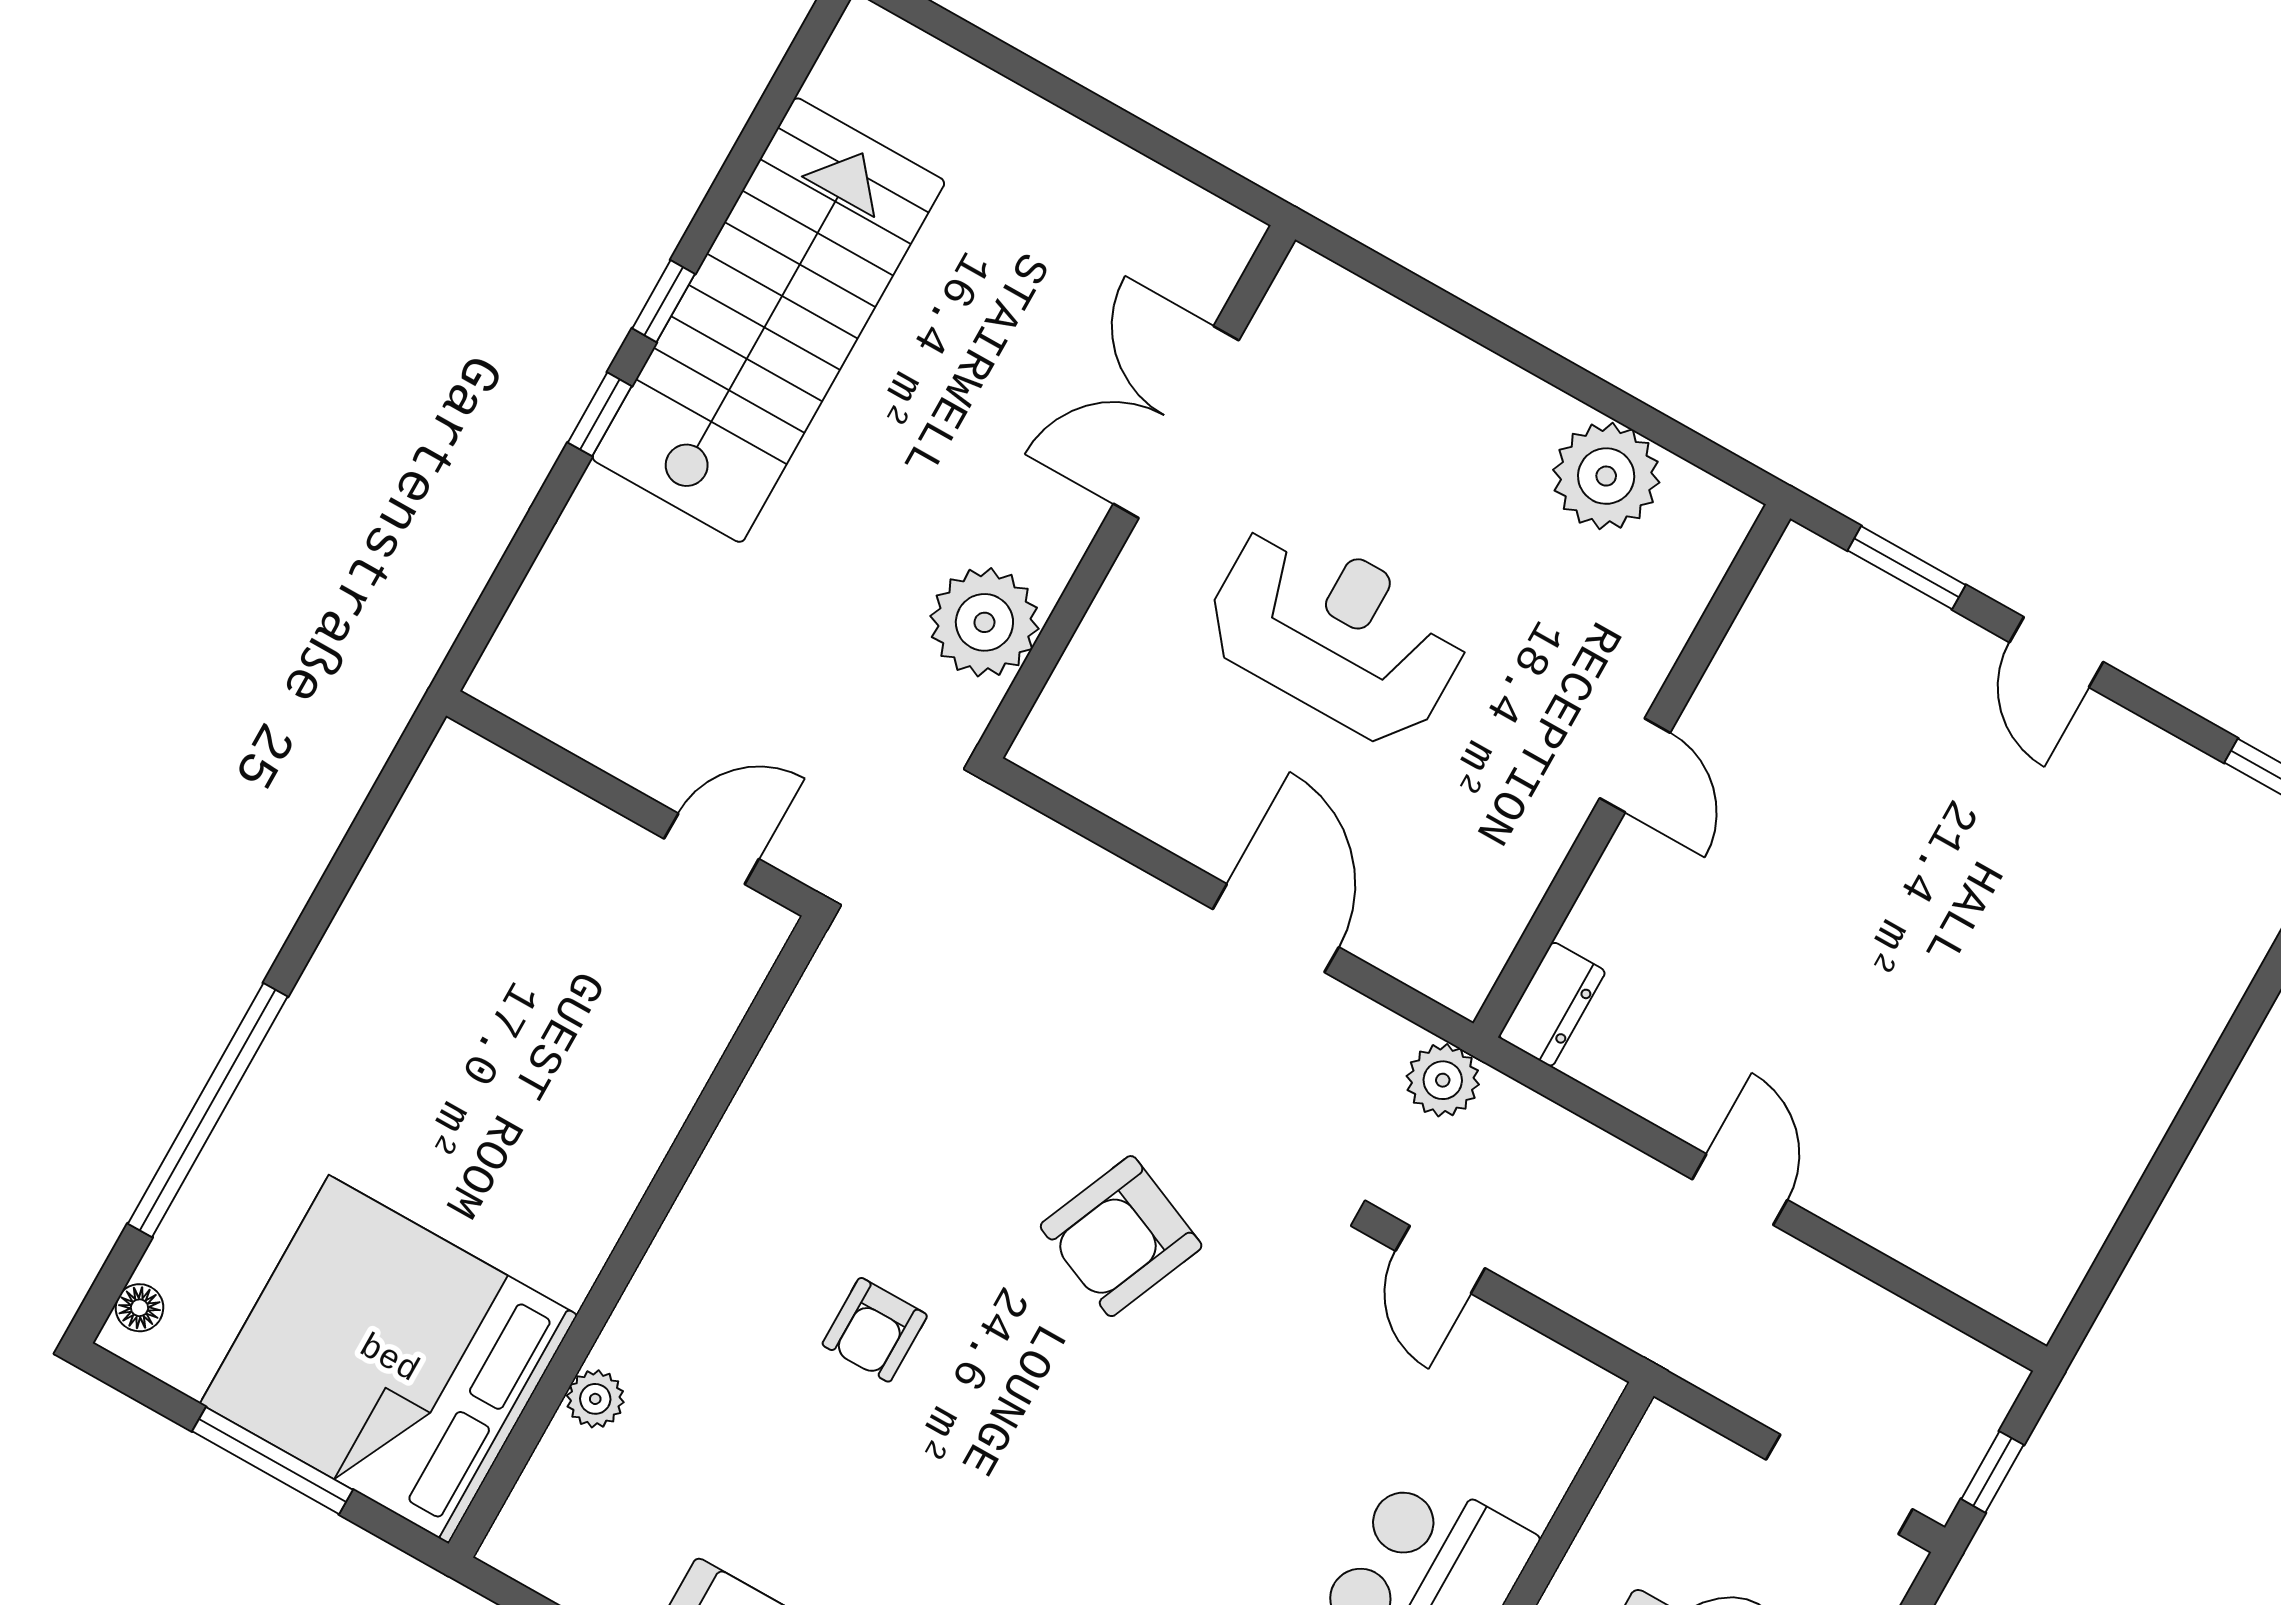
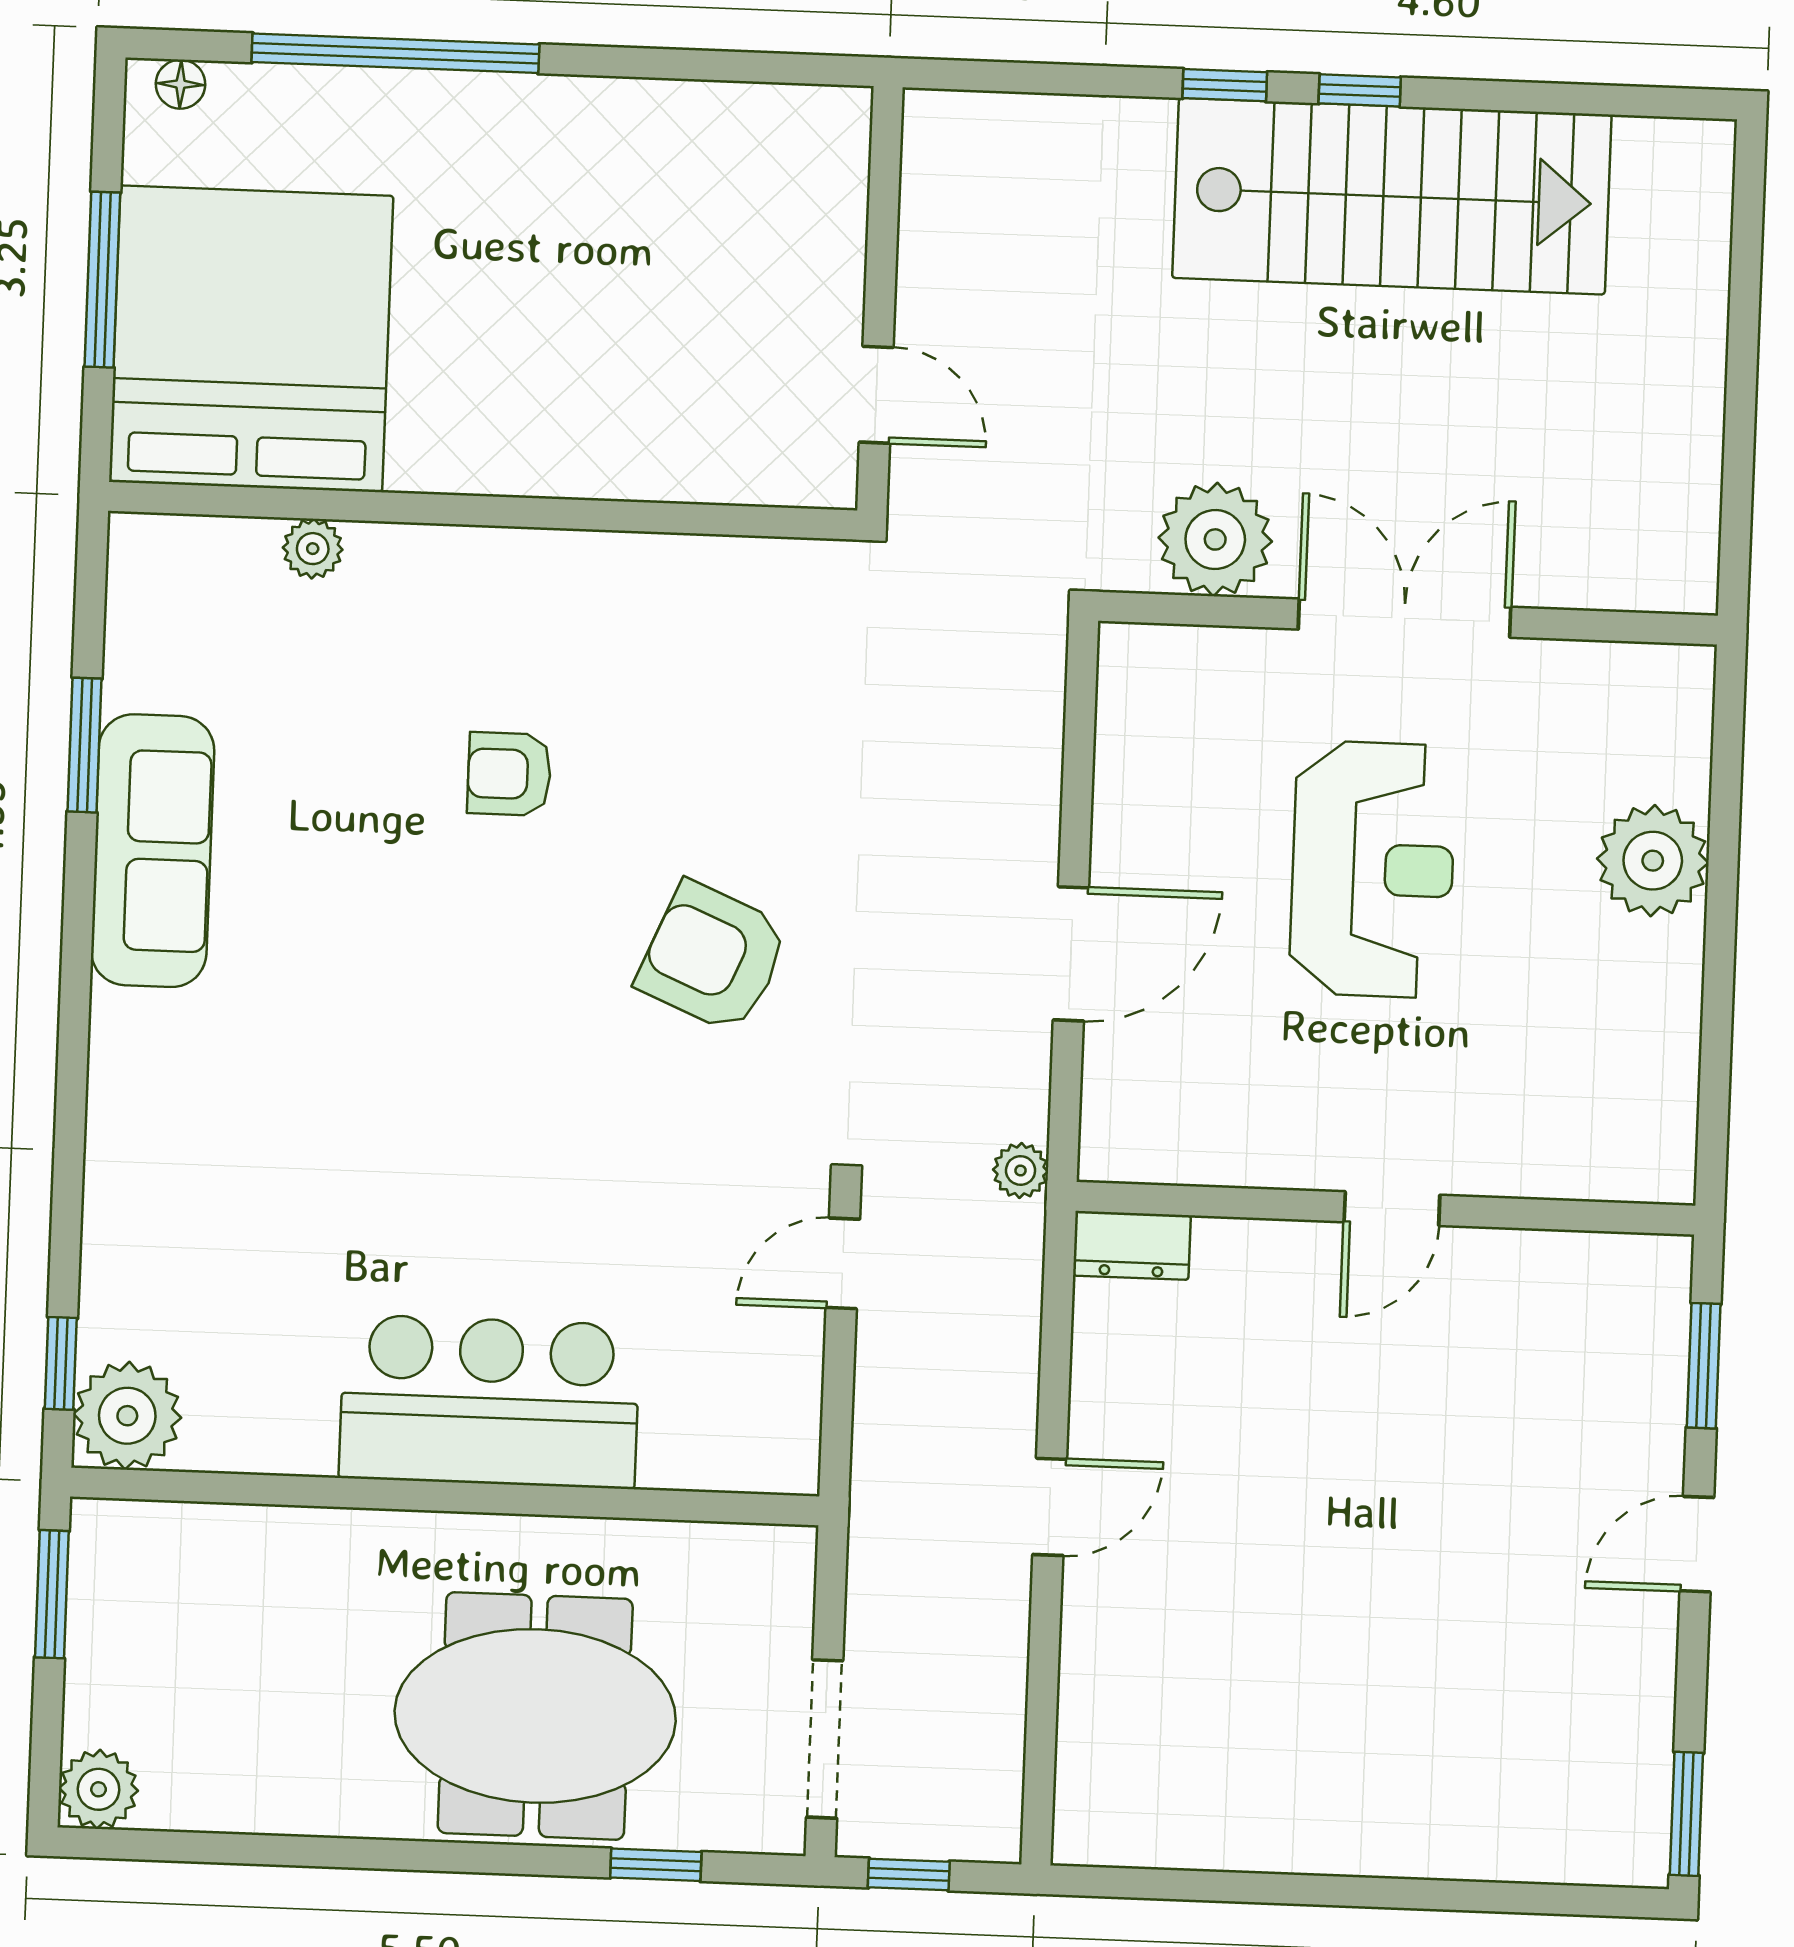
double door: (1176, 422) -> (1405, 618), moved
plant: (1606, 476) -> (1653, 861), moved
plant: (1443, 1080) -> (1021, 1170), width x0.73, depth x0.73

